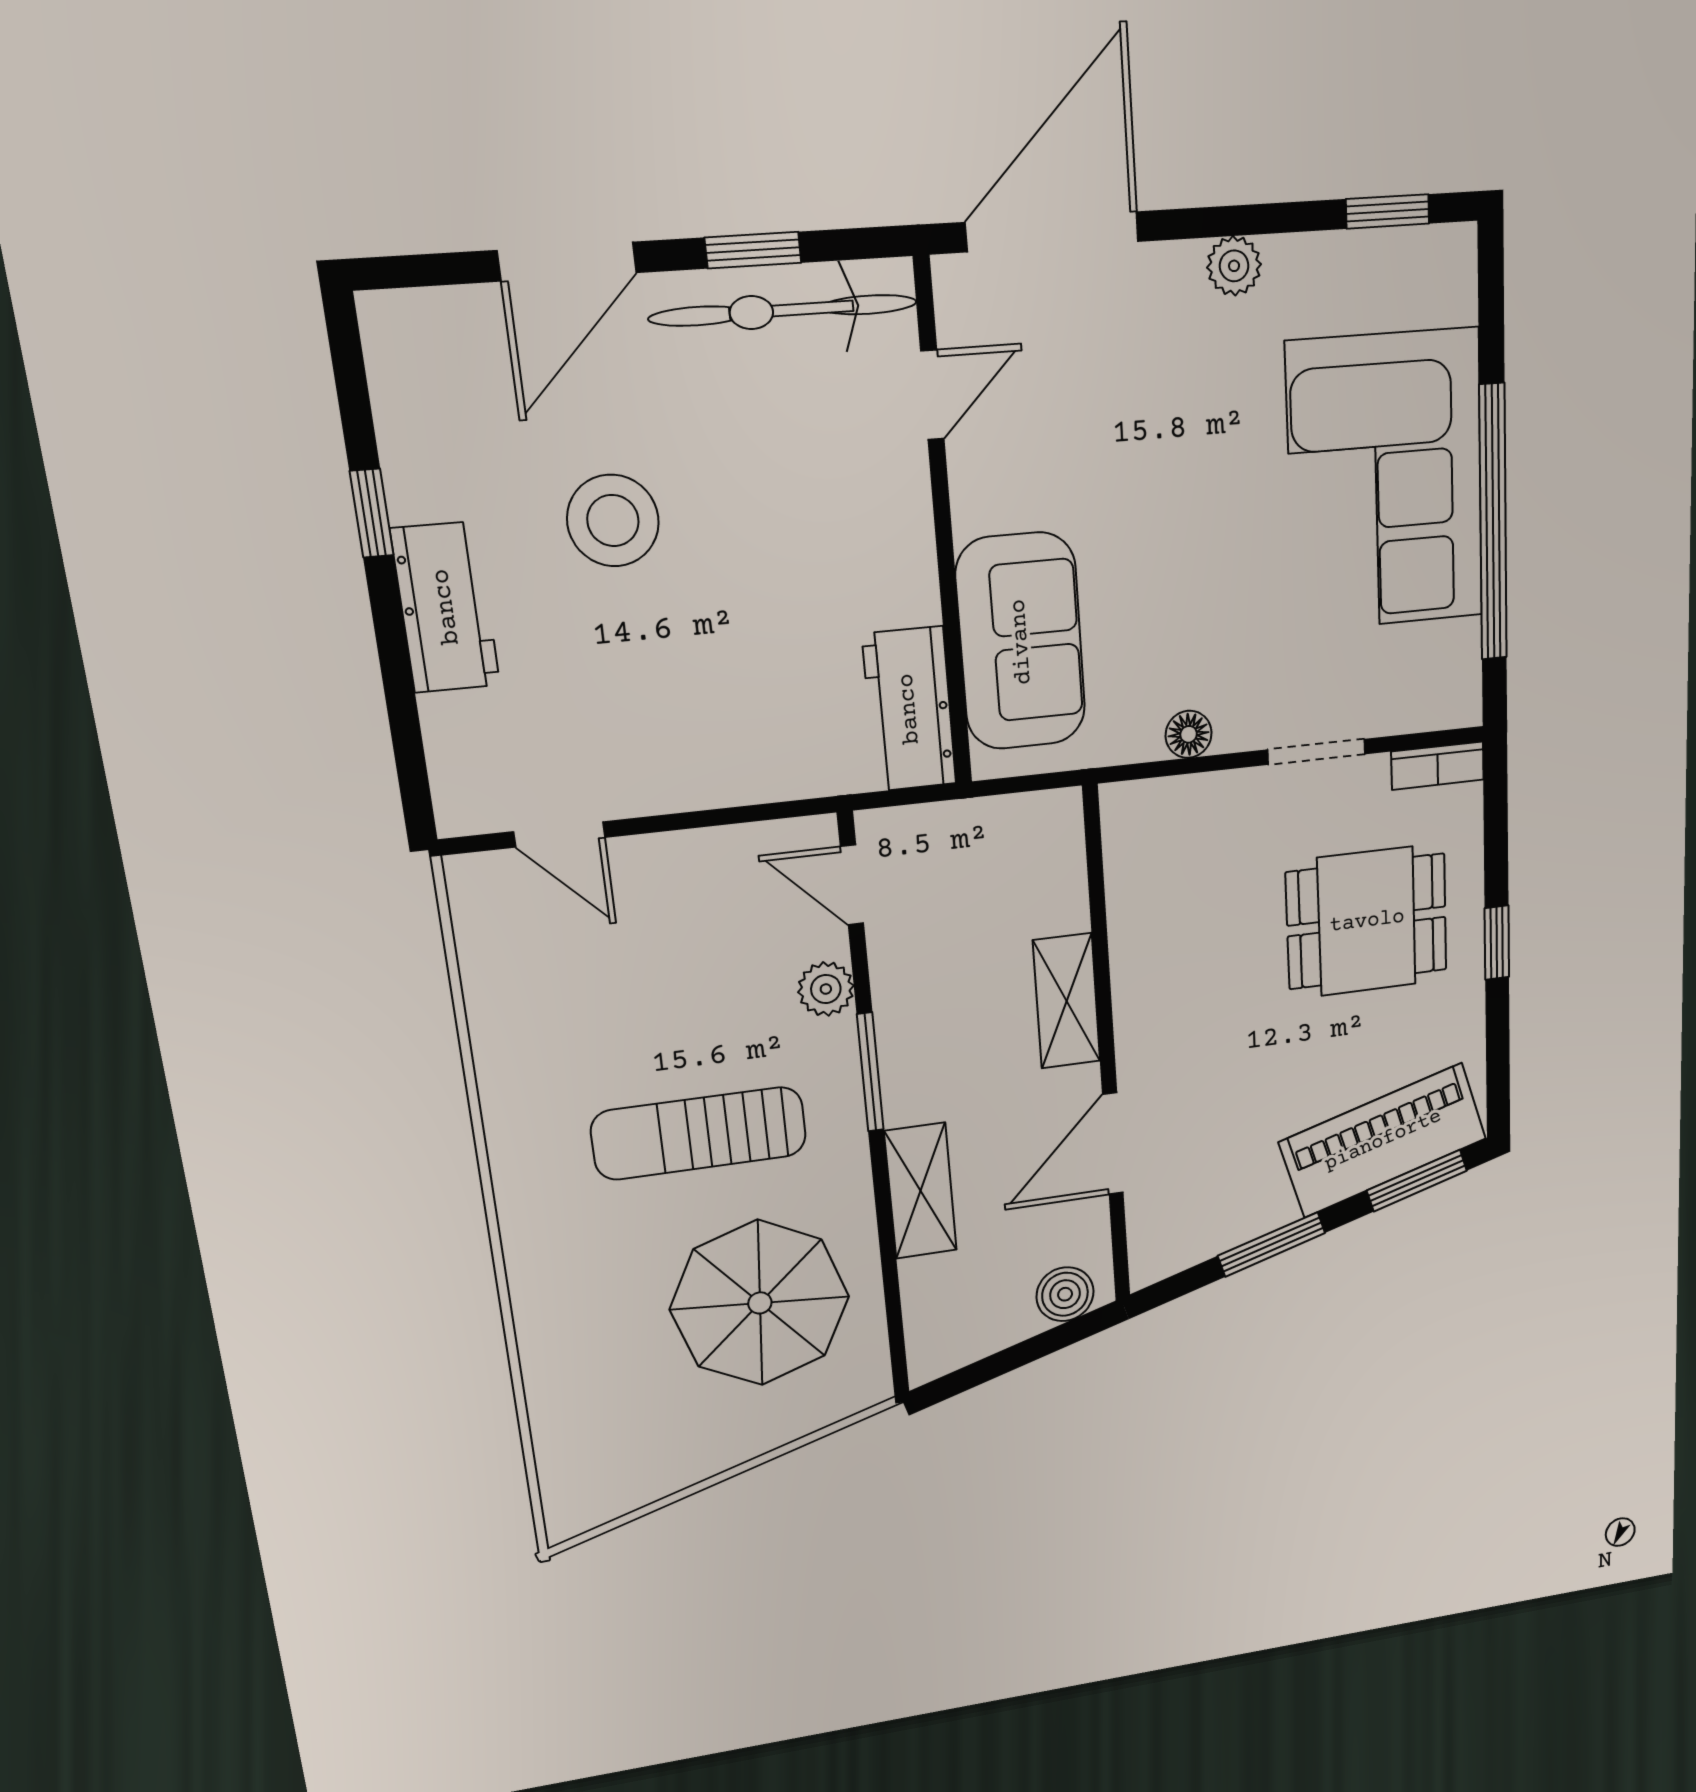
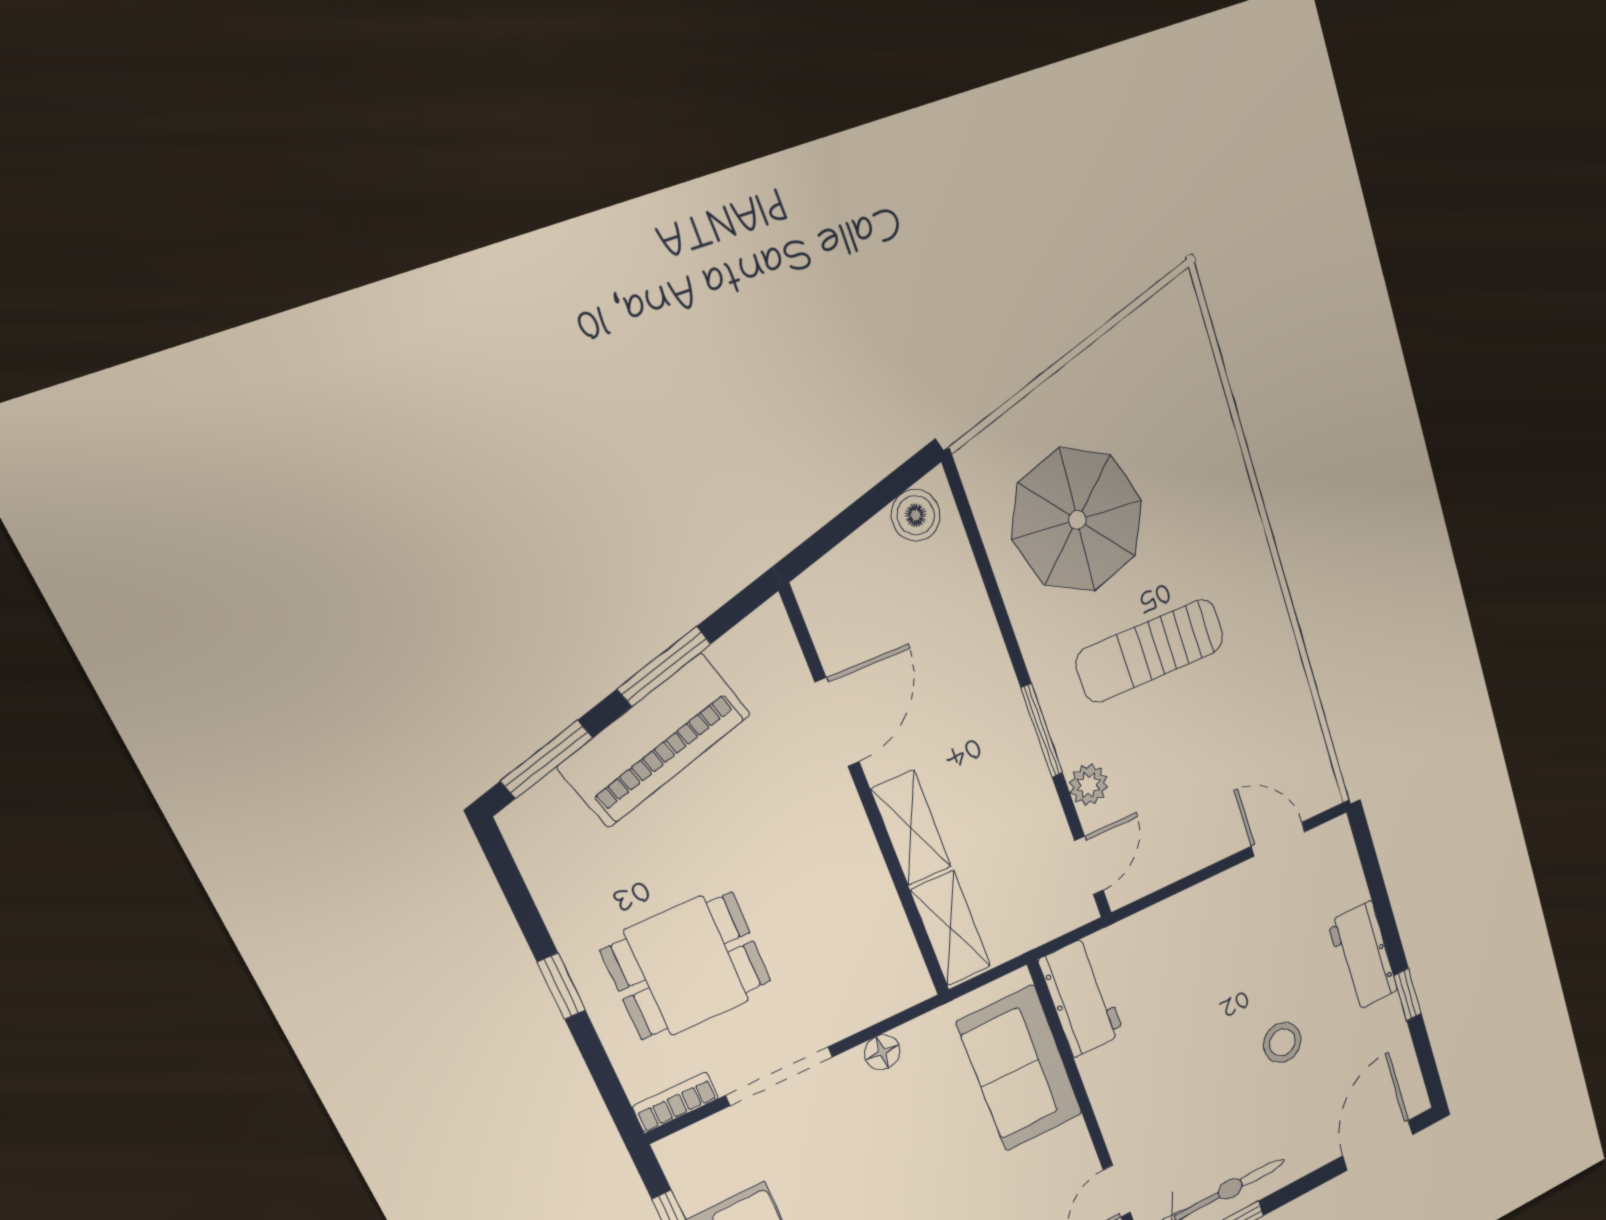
door: (567, 262) -> (1378, 1145), moved
stool: (613, 521) -> (1282, 1042), width x0.73, depth x0.73
doorway: (1316, 752) -> (779, 1076), width x1.38
door: (852, 885) -> (1089, 865), hinge flipped
sun lounger: (699, 1133) -> (1150, 651), turned 180
piano: (1383, 1140) -> (655, 740), moved
shelving: (921, 1191) -> (951, 928), moved
boiler: (1065, 1294) -> (916, 515), moved

